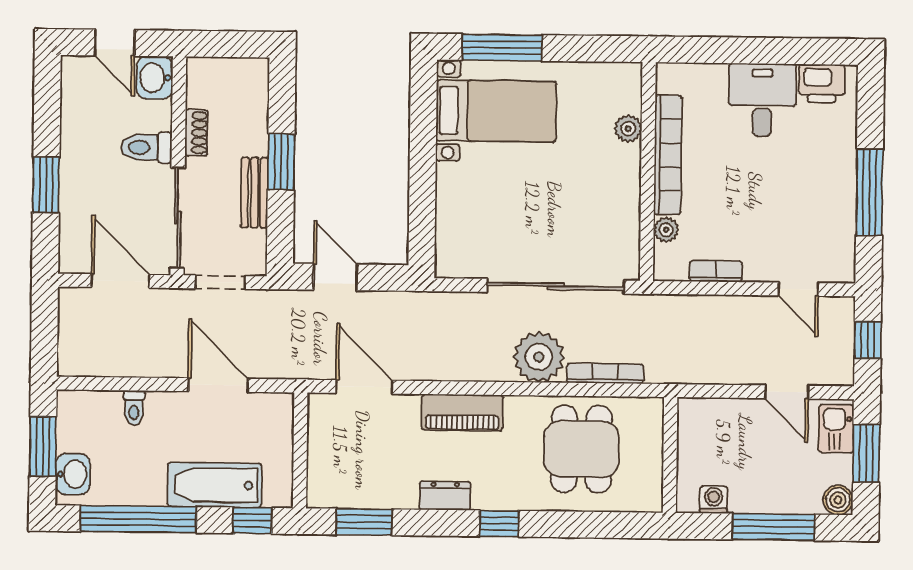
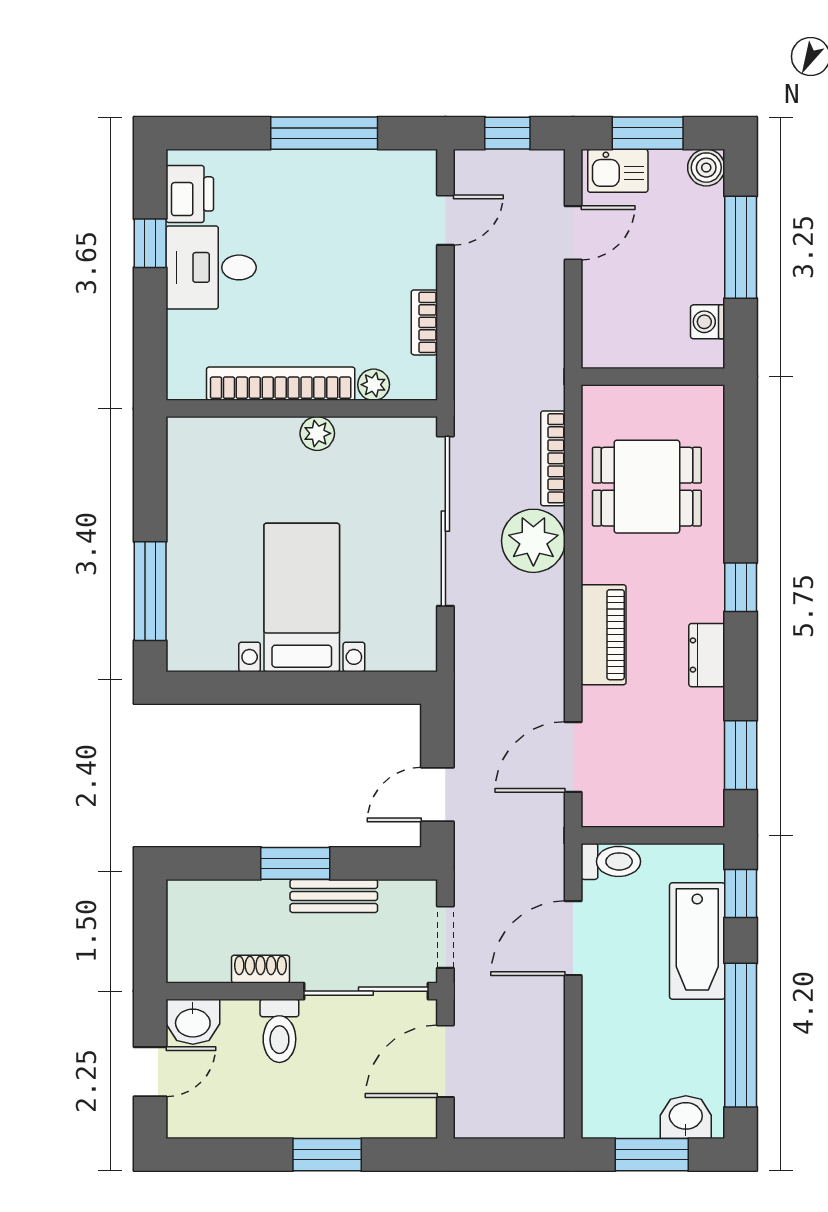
window: (782, 51) -> (150, 243), added
bed with nightstands: (496, 111) -> (302, 597), moved
plant: (628, 129) -> (317, 433), moved
toilet: (134, 408) -> (611, 861), moved, width x1.37, depth x1.39

